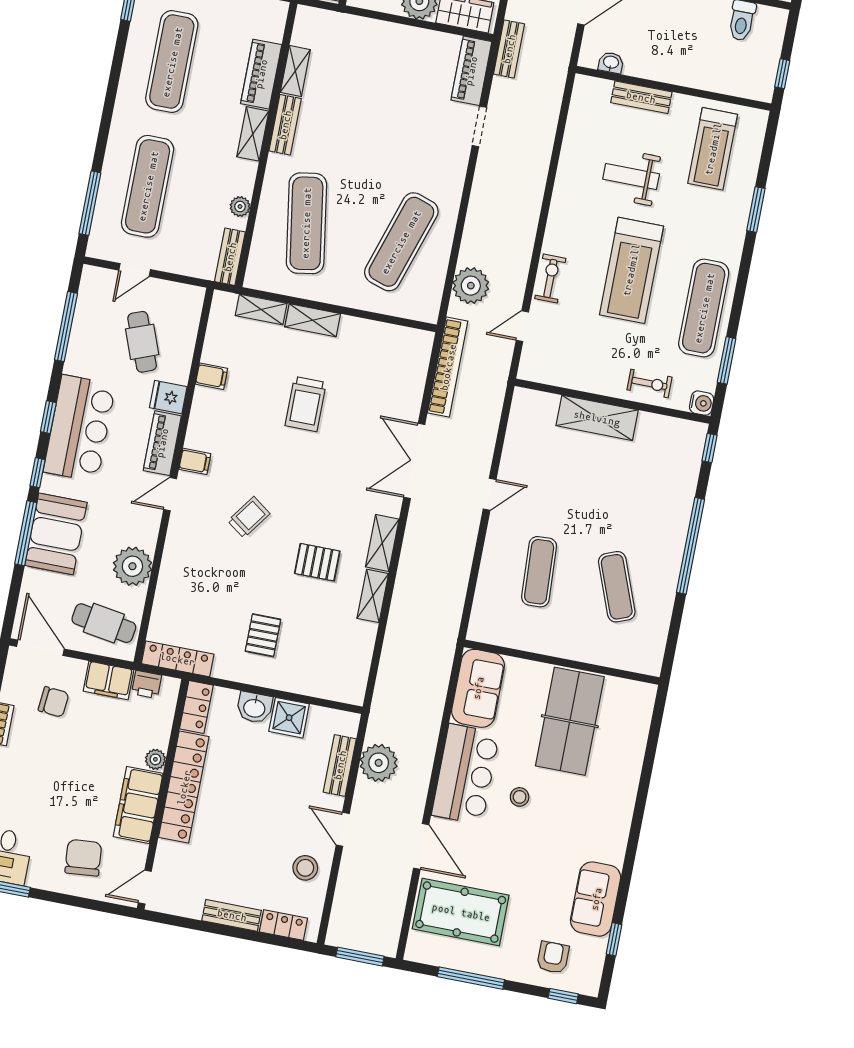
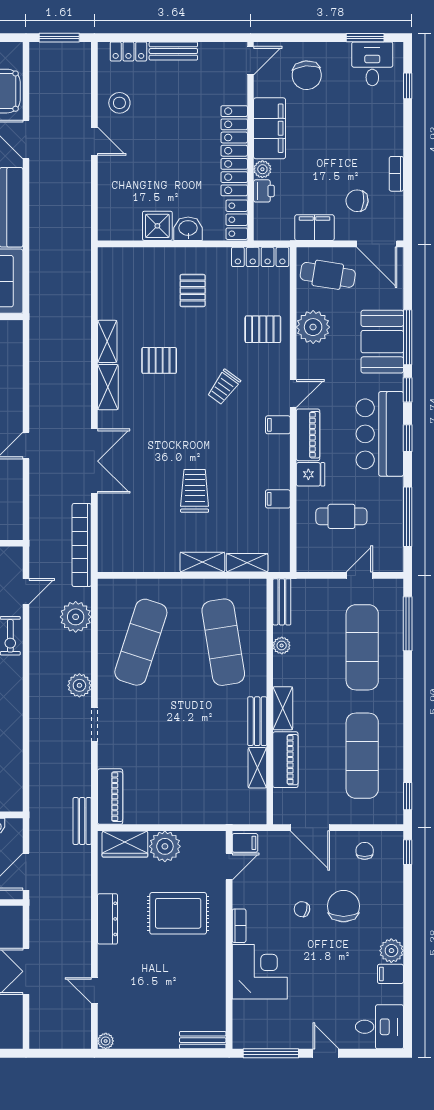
doorway: (479, 126) -> (94, 725), moved
cafe table: (142, 342) -> (341, 516), turned -69
pallet: (191, 575) -> (263, 329), added
printer: (147, 684) -> (264, 191), moved, turned 90
plant: (379, 763) -> (79, 685), moved, width x0.73, depth x0.73
bench: (340, 765) -> (107, 194), removed

